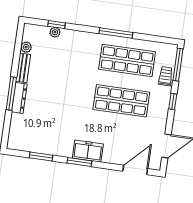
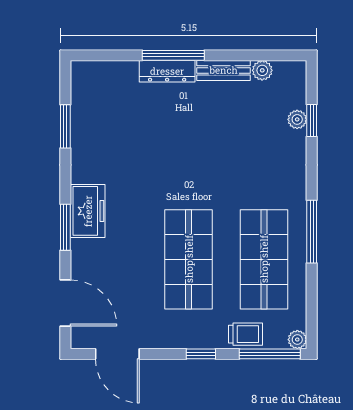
plant: (172, 49) -> (297, 340), added
window: (79, 162) -> (65, 227), moved

